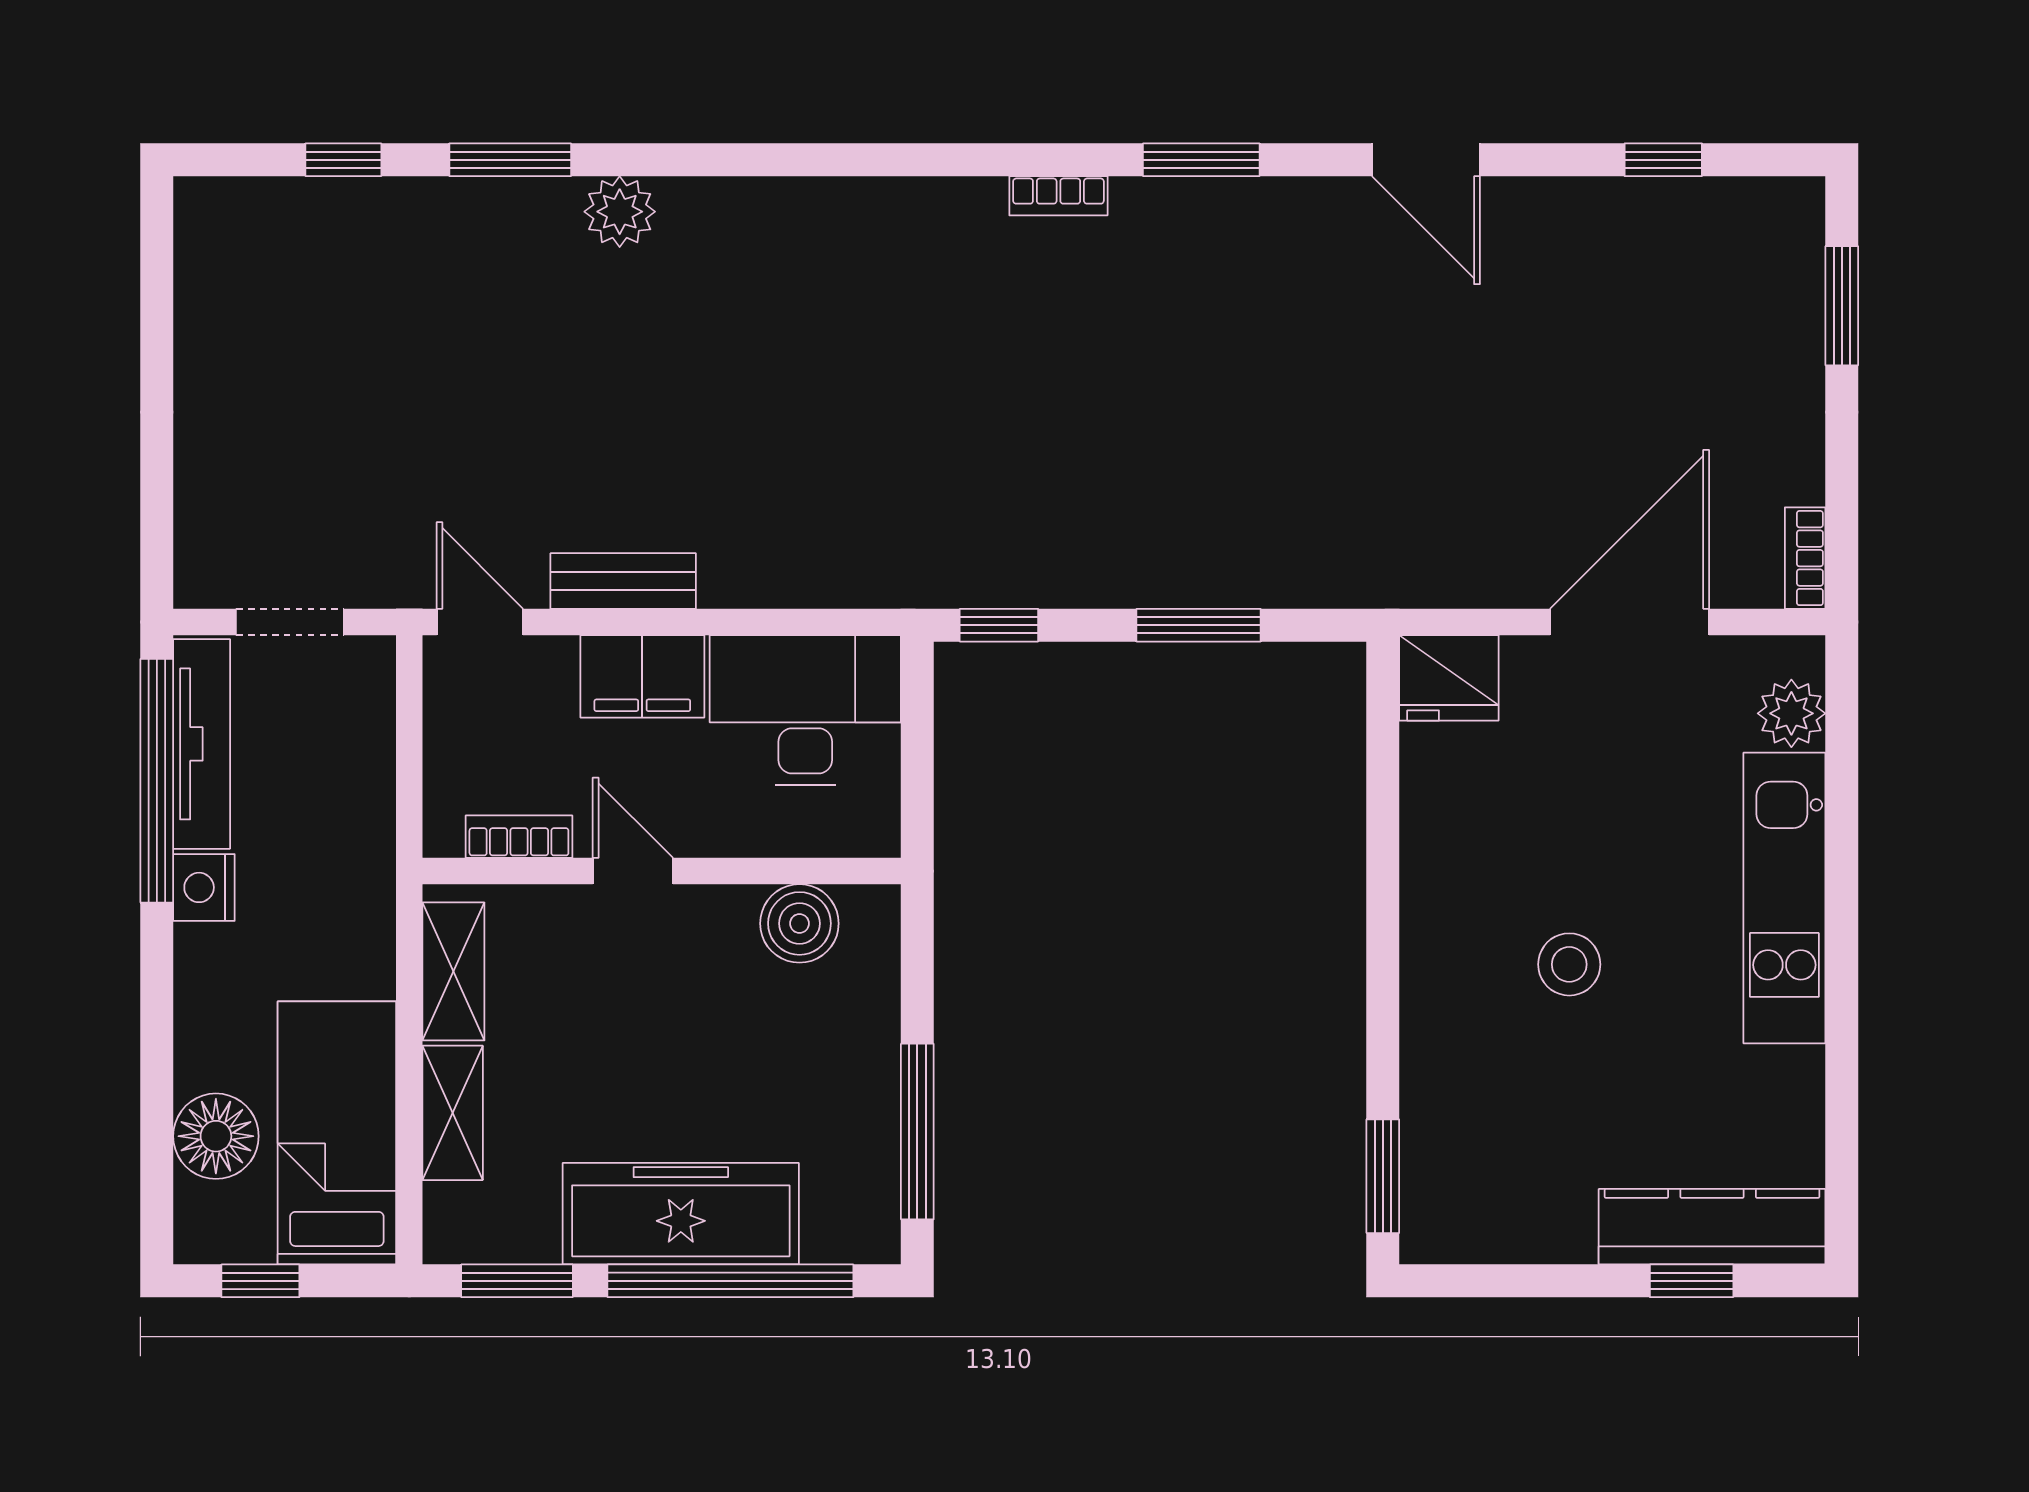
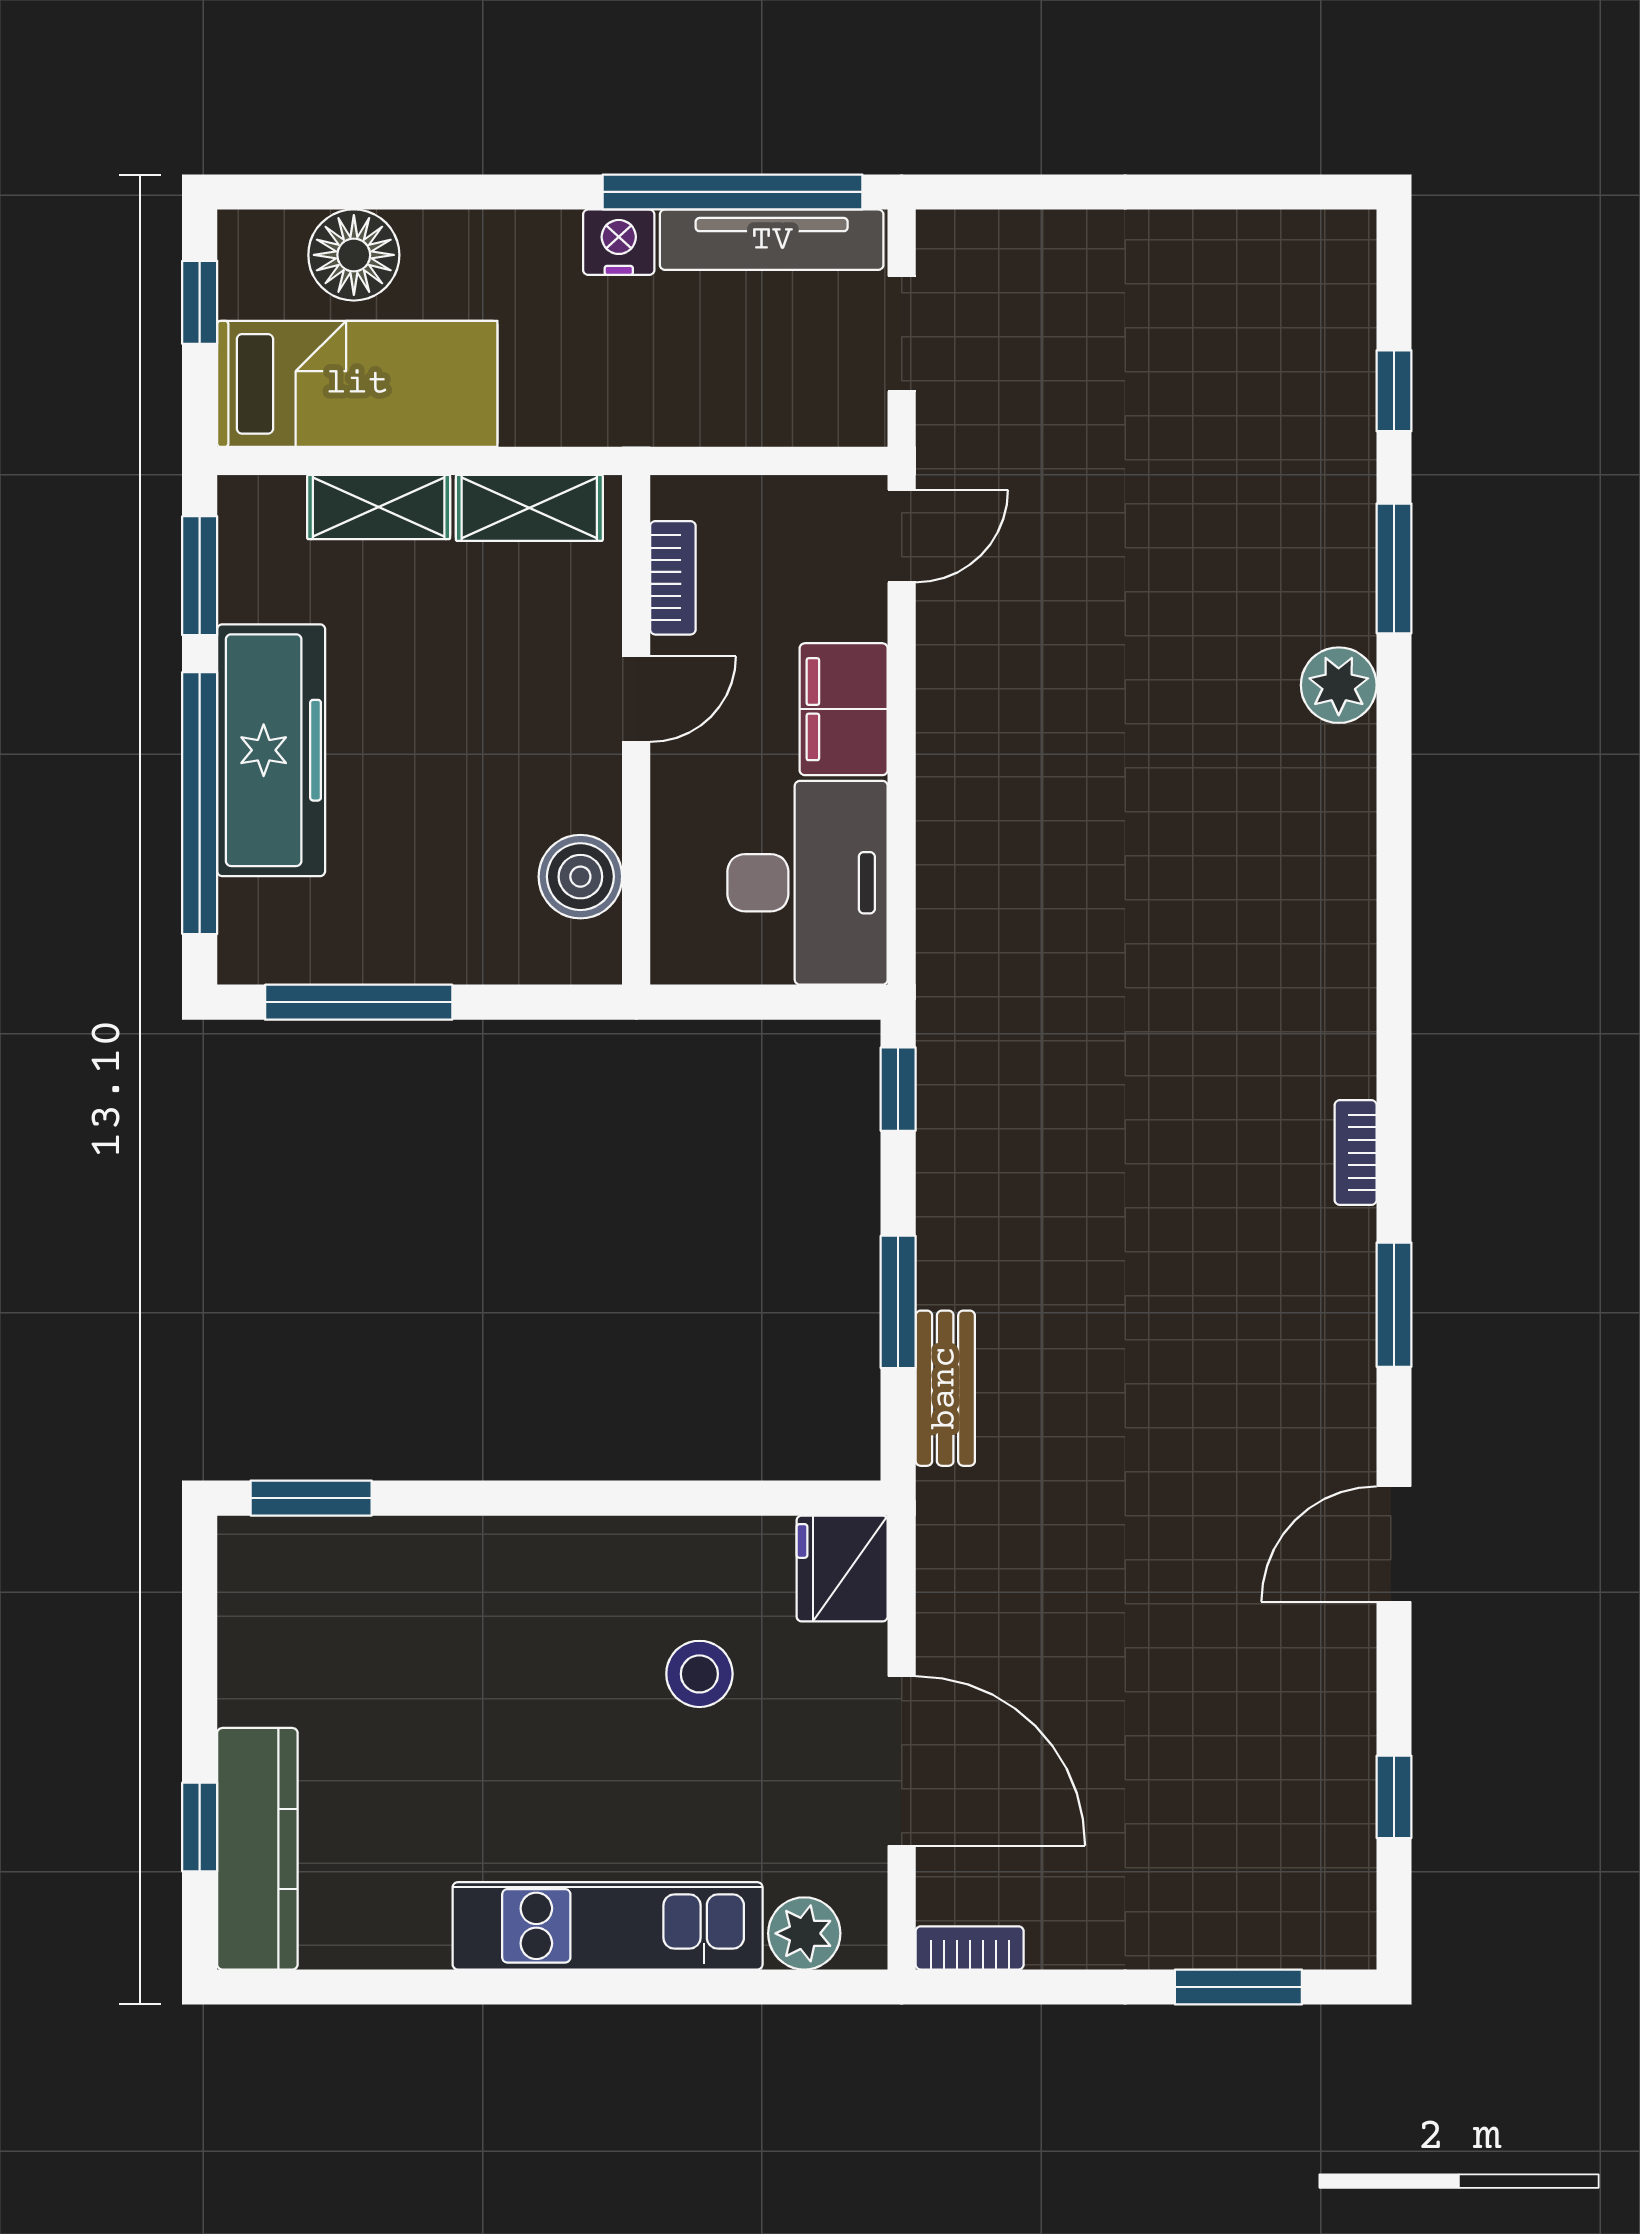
bench: (623, 581) -> (945, 1388), moved
stool: (1569, 964) -> (699, 1674), moved

